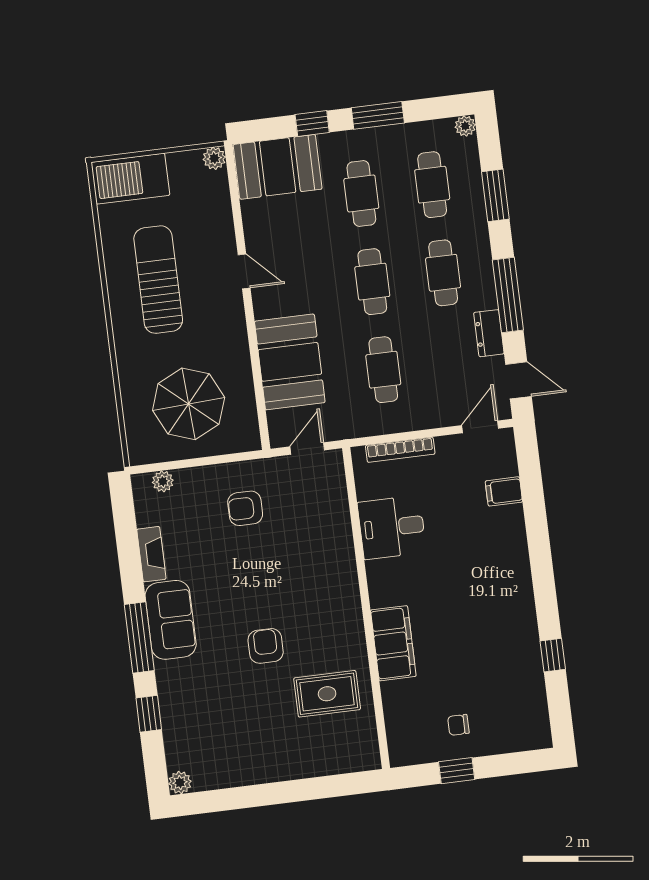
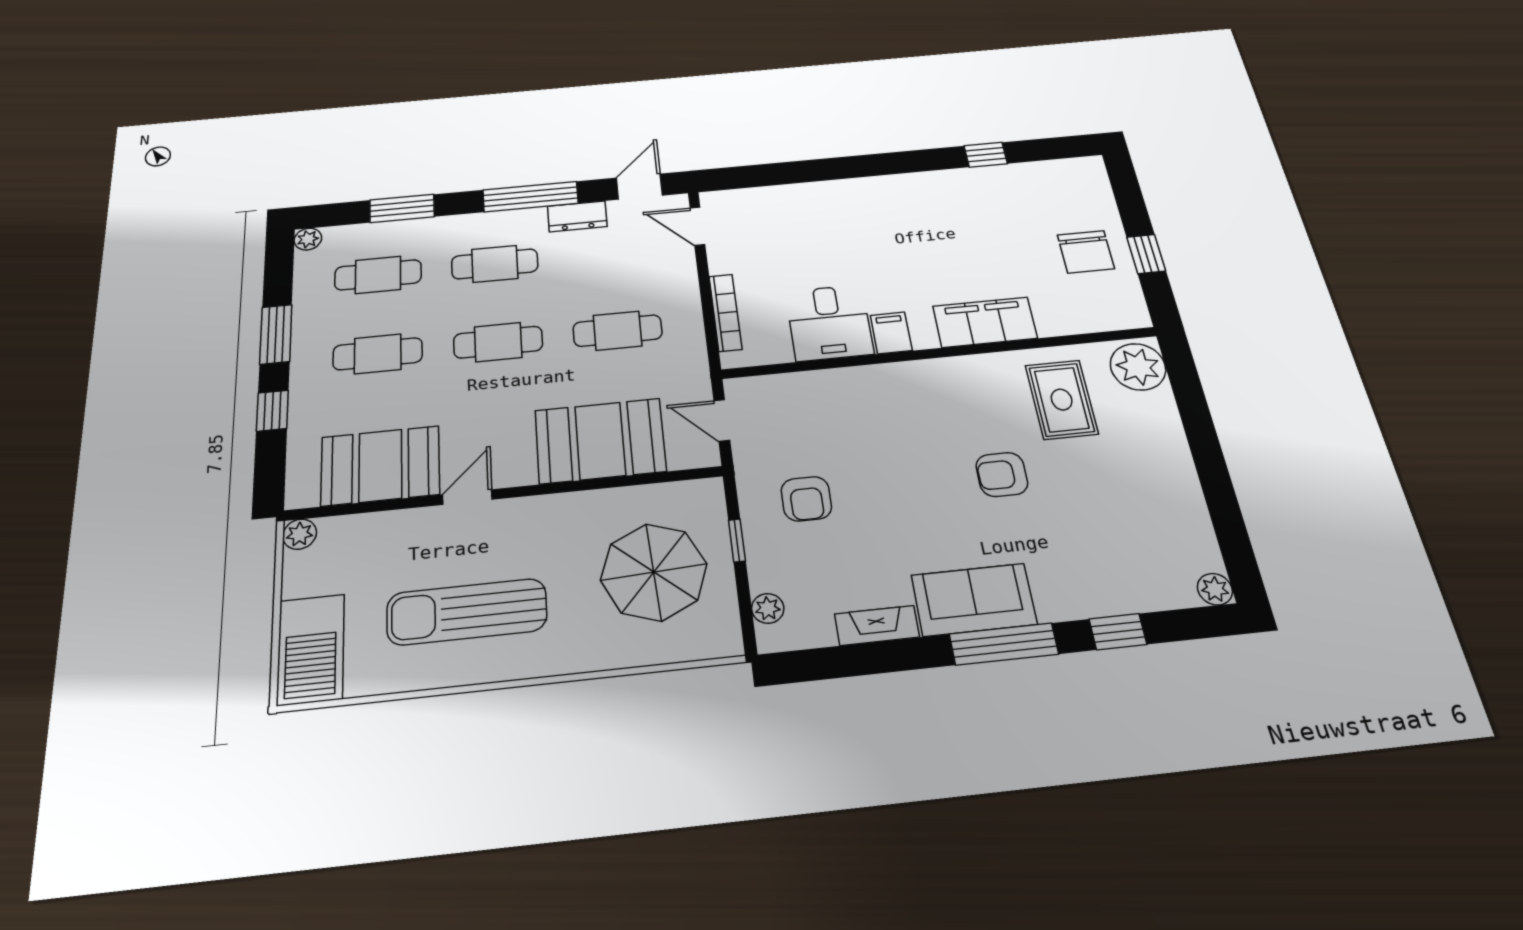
booth: (278, 167) -> (380, 466), moved, turned 90
window: (213, 460) -> (737, 540), added
filing cabinet: (504, 491) -> (891, 333), moved, turned 180
chair: (458, 725) -> (1086, 252), width x1.87, depth x1.87
plant: (355, 752) -> (1138, 367), added

